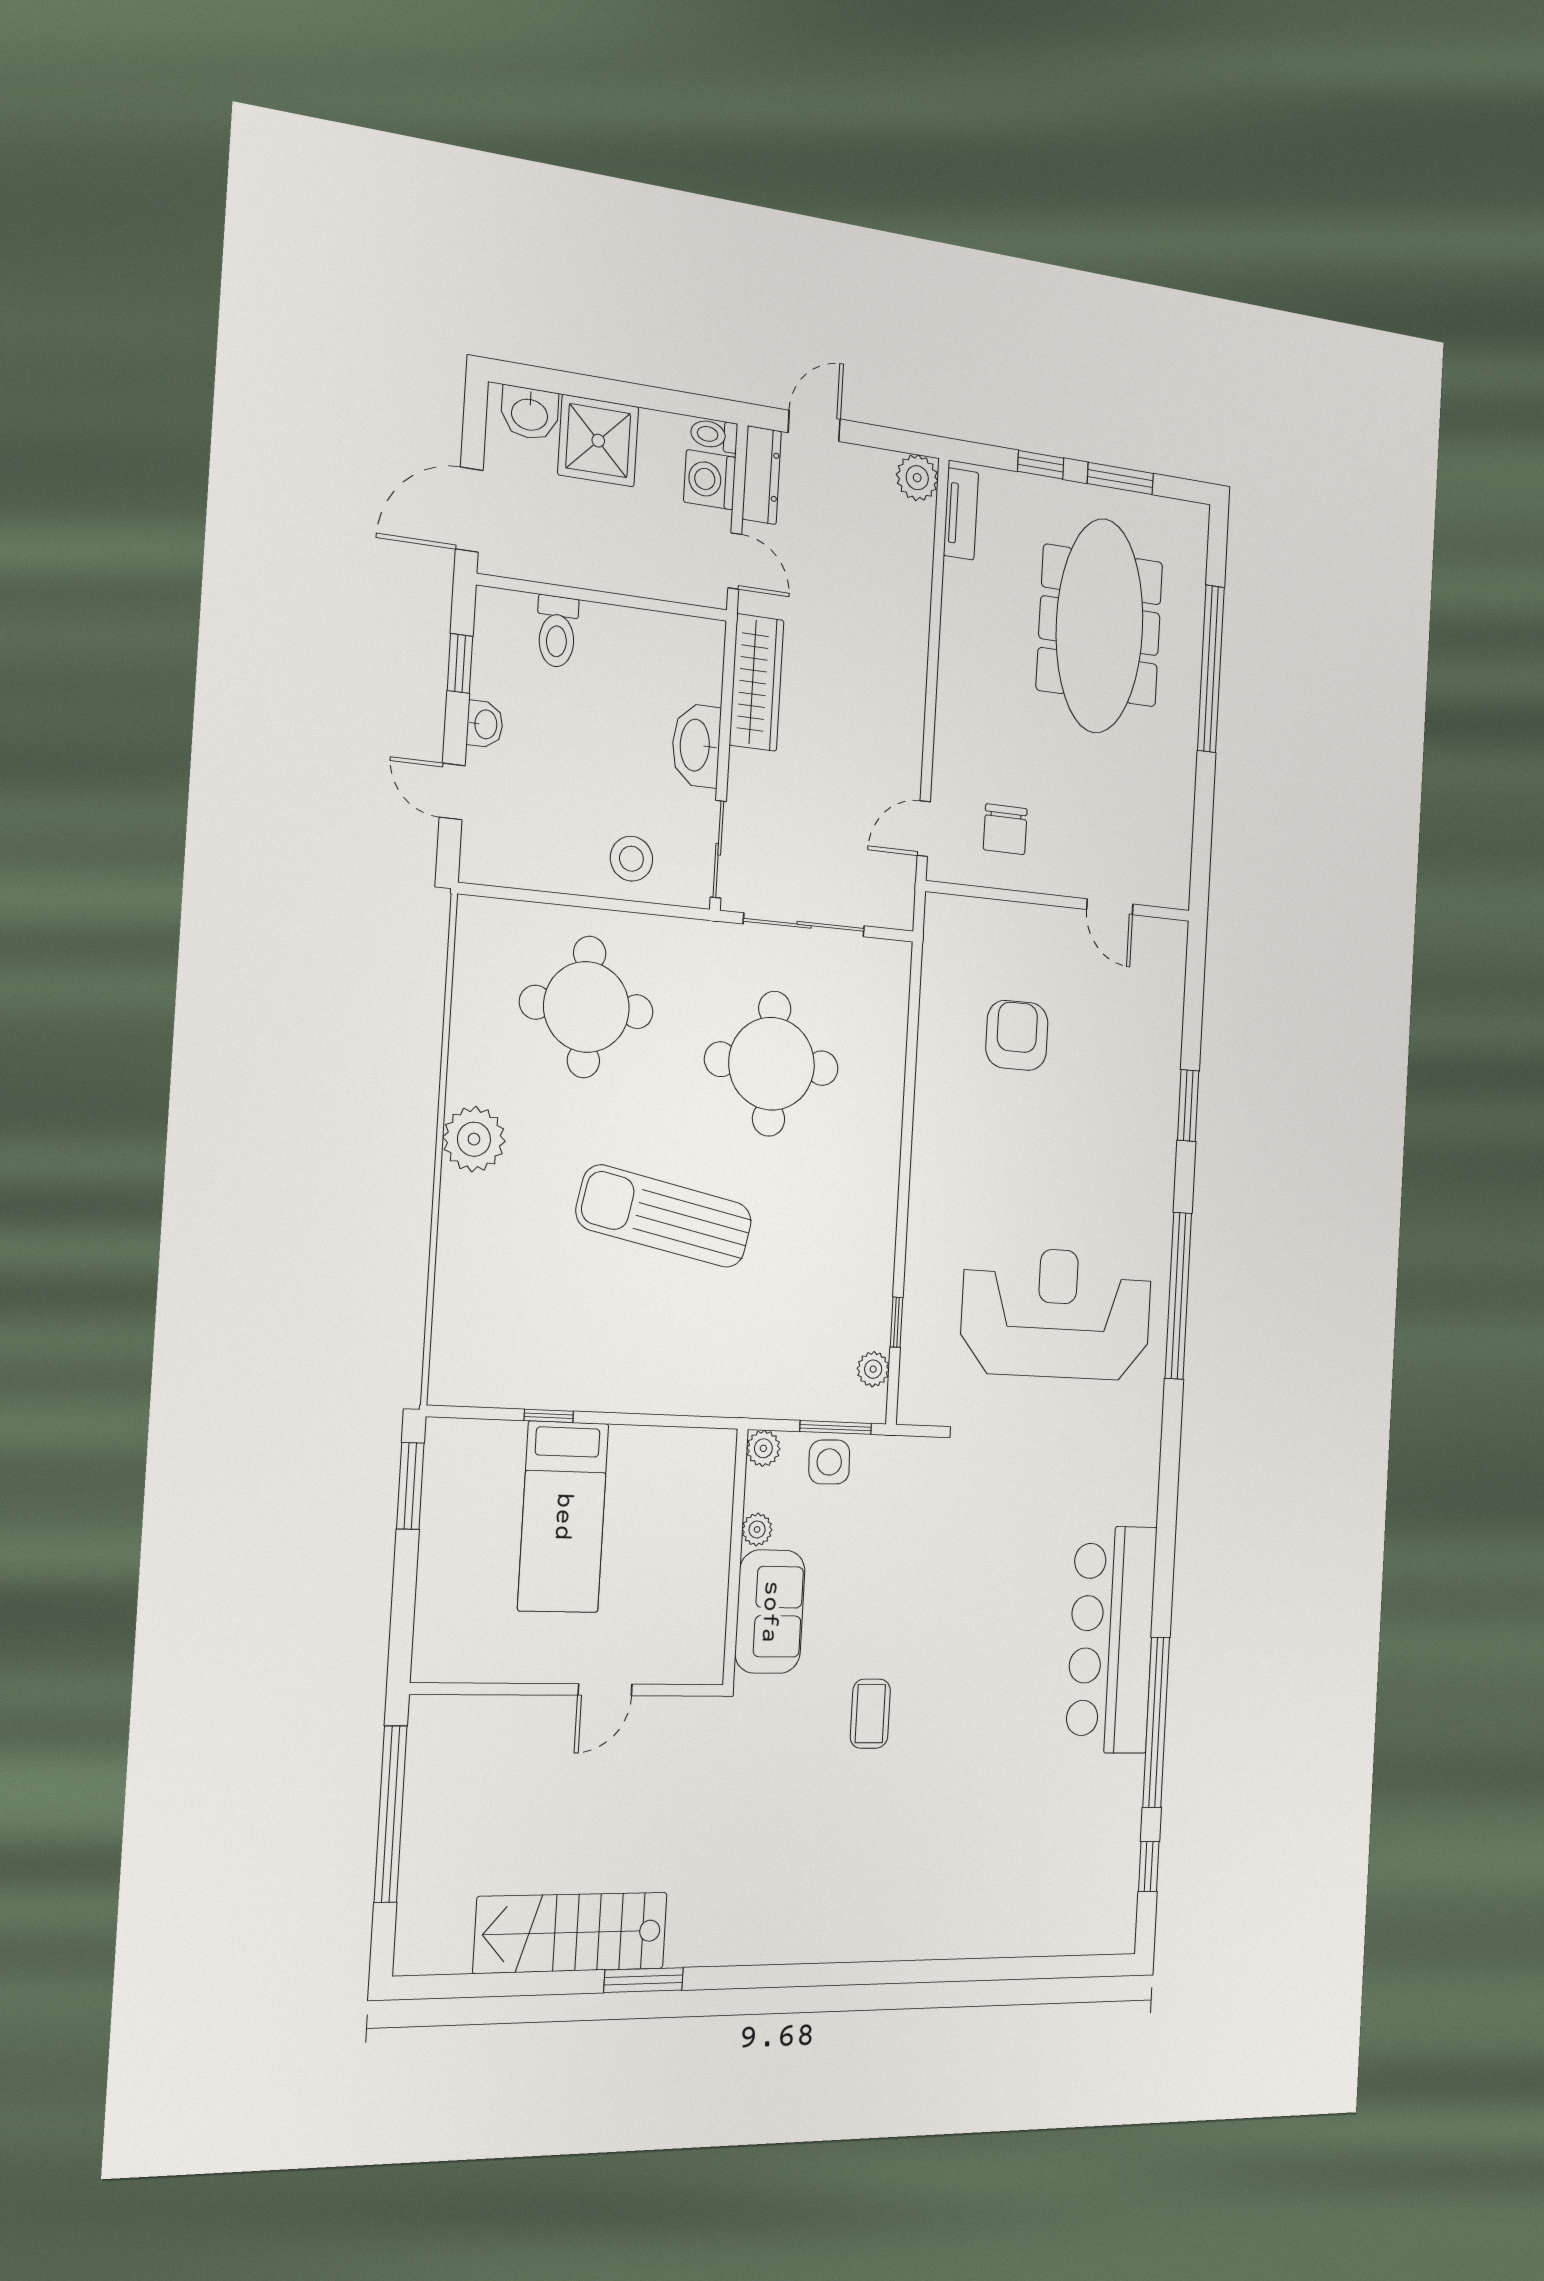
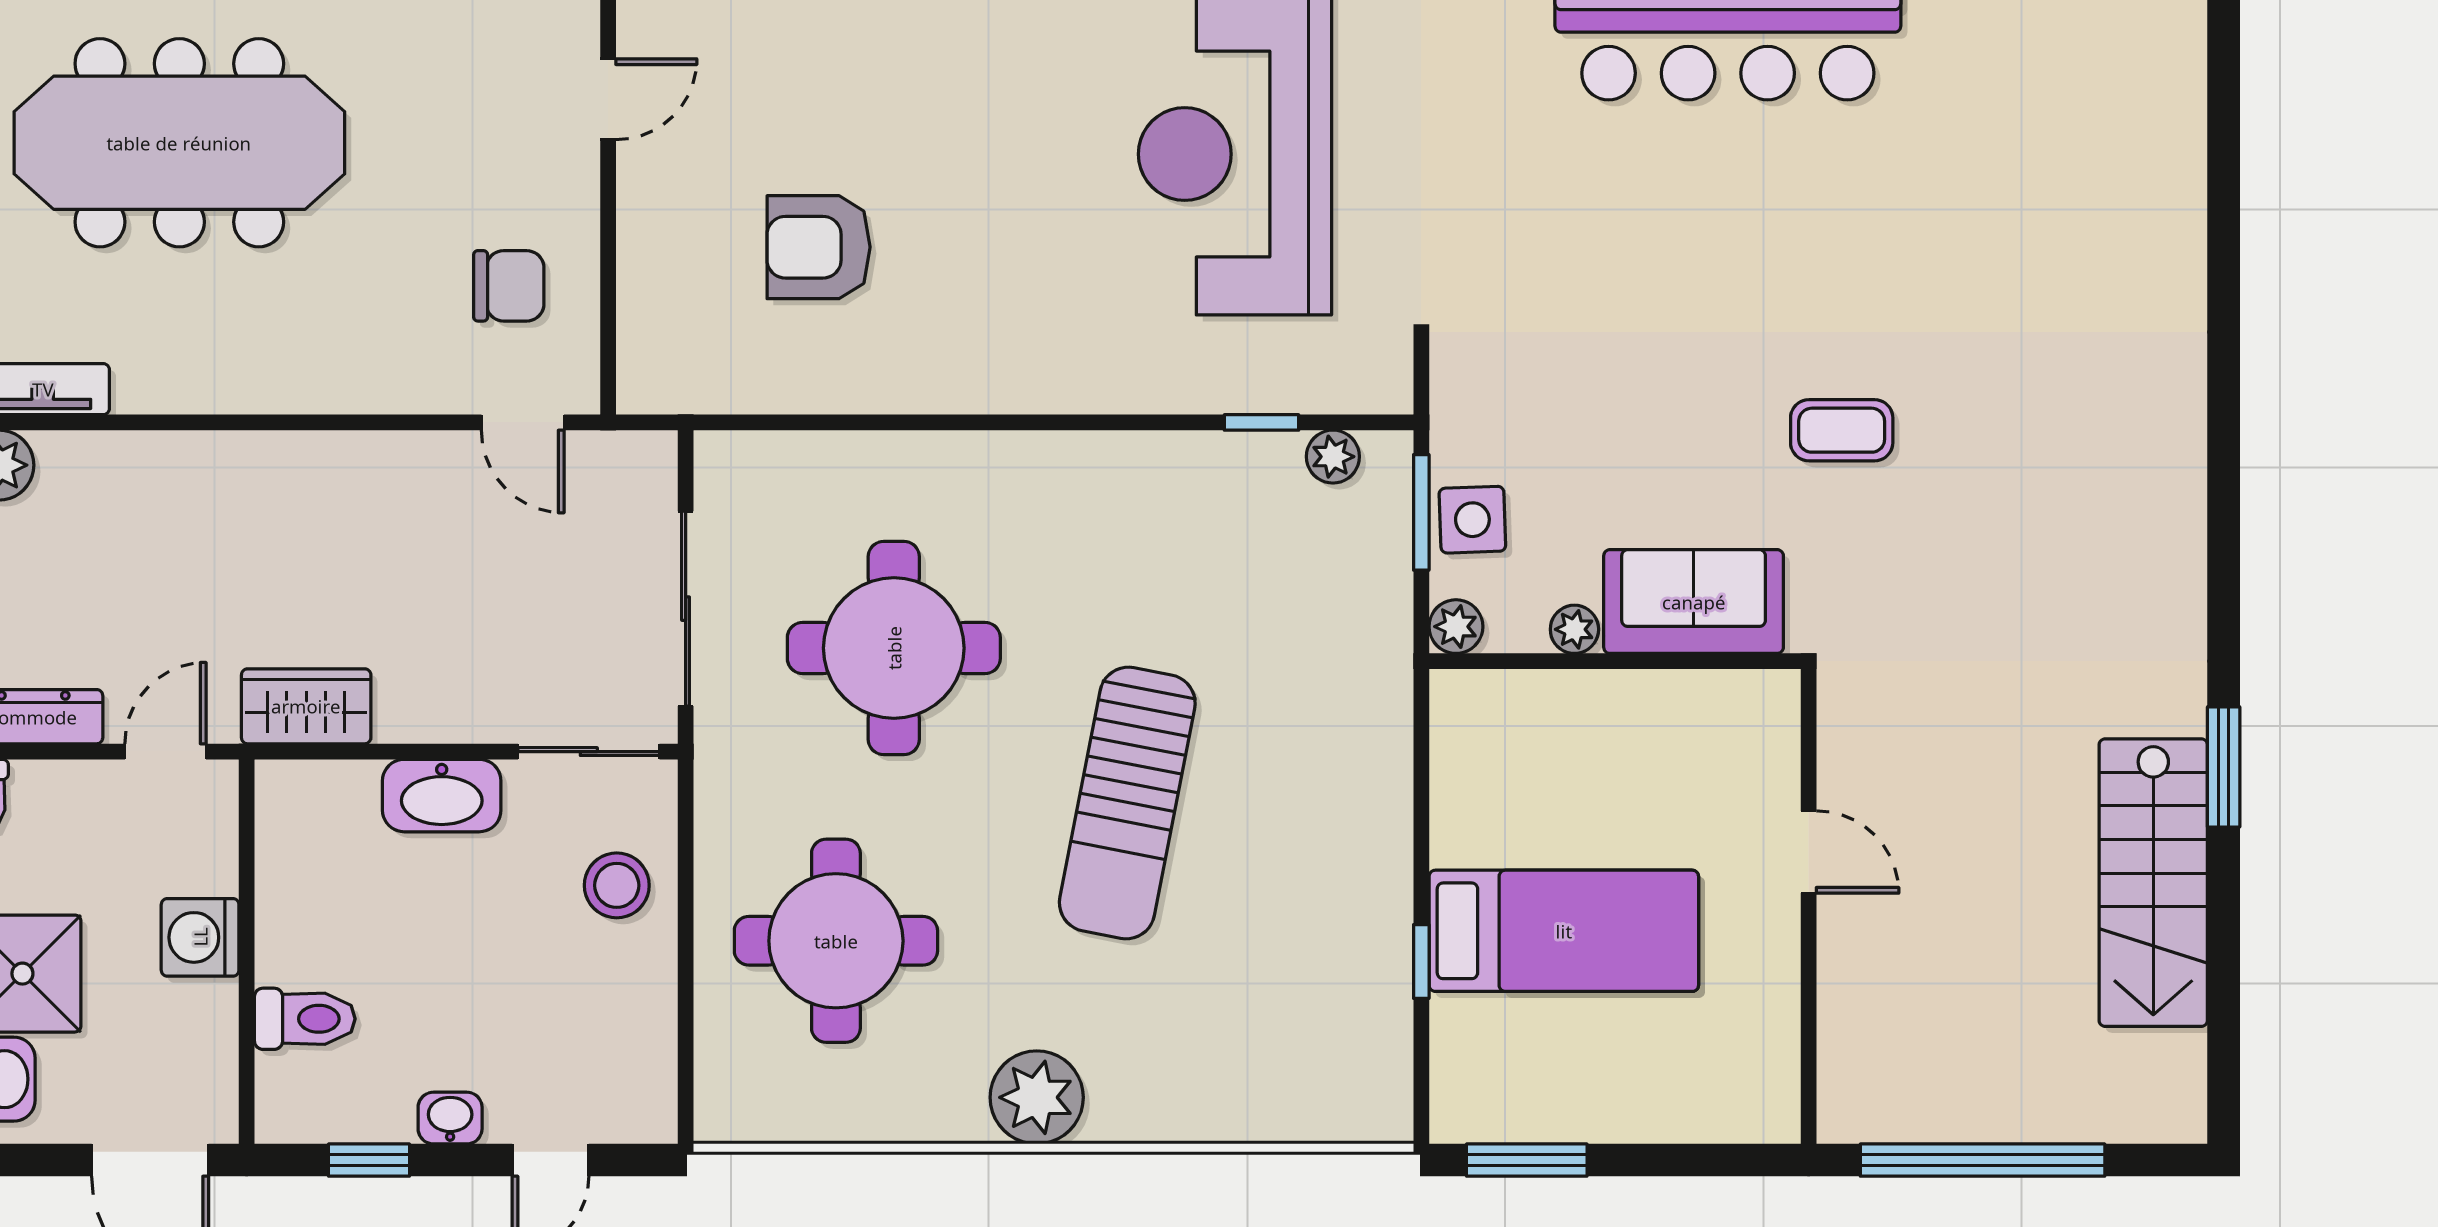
washing machine: (710, 480) -> (200, 937), moved, turned 90
wardrobe: (757, 683) -> (306, 706), width x0.67

